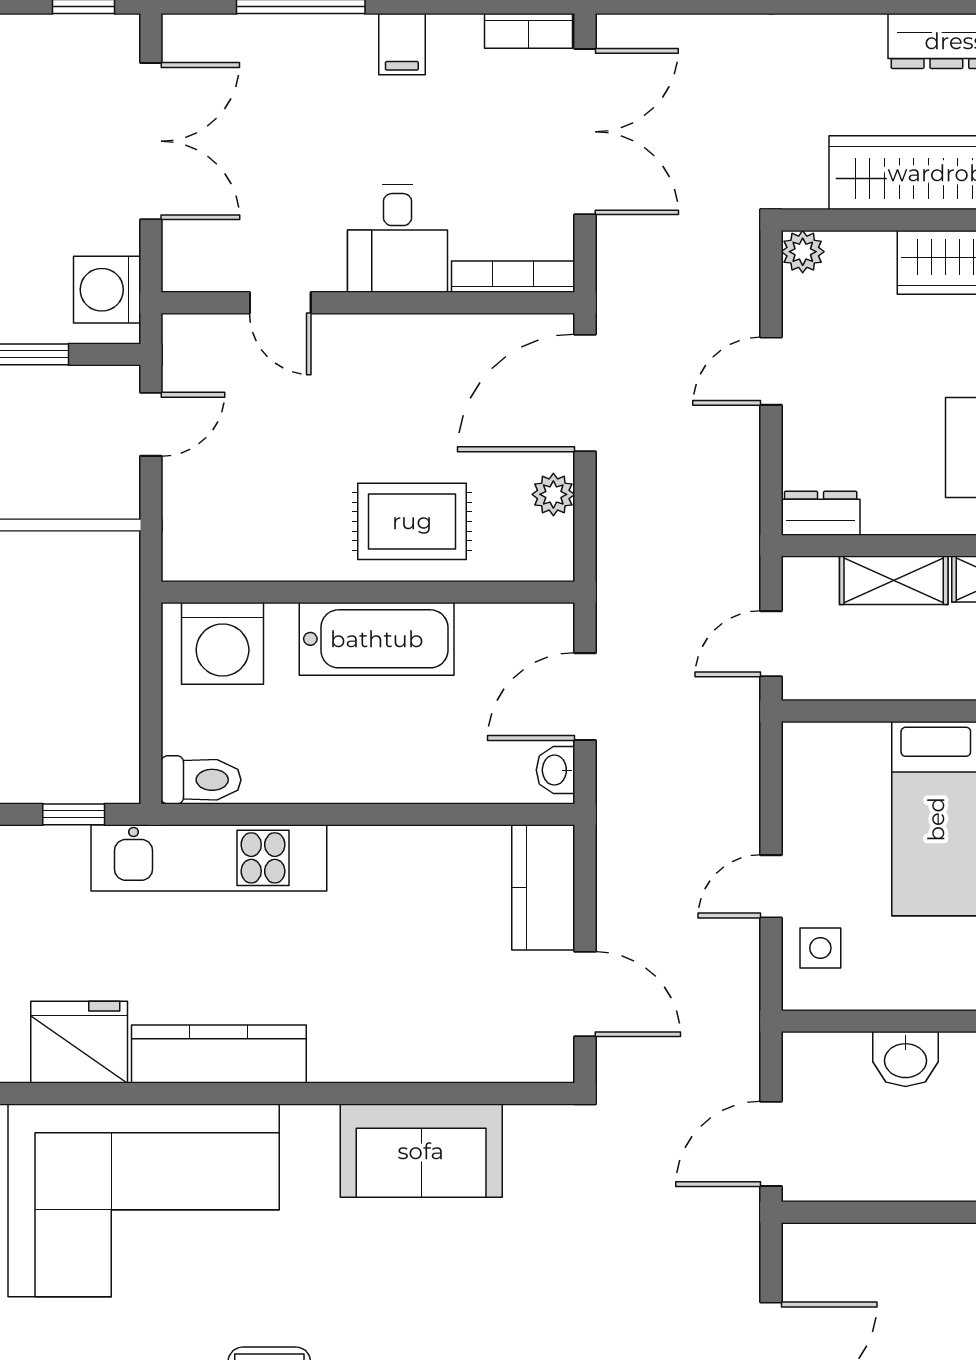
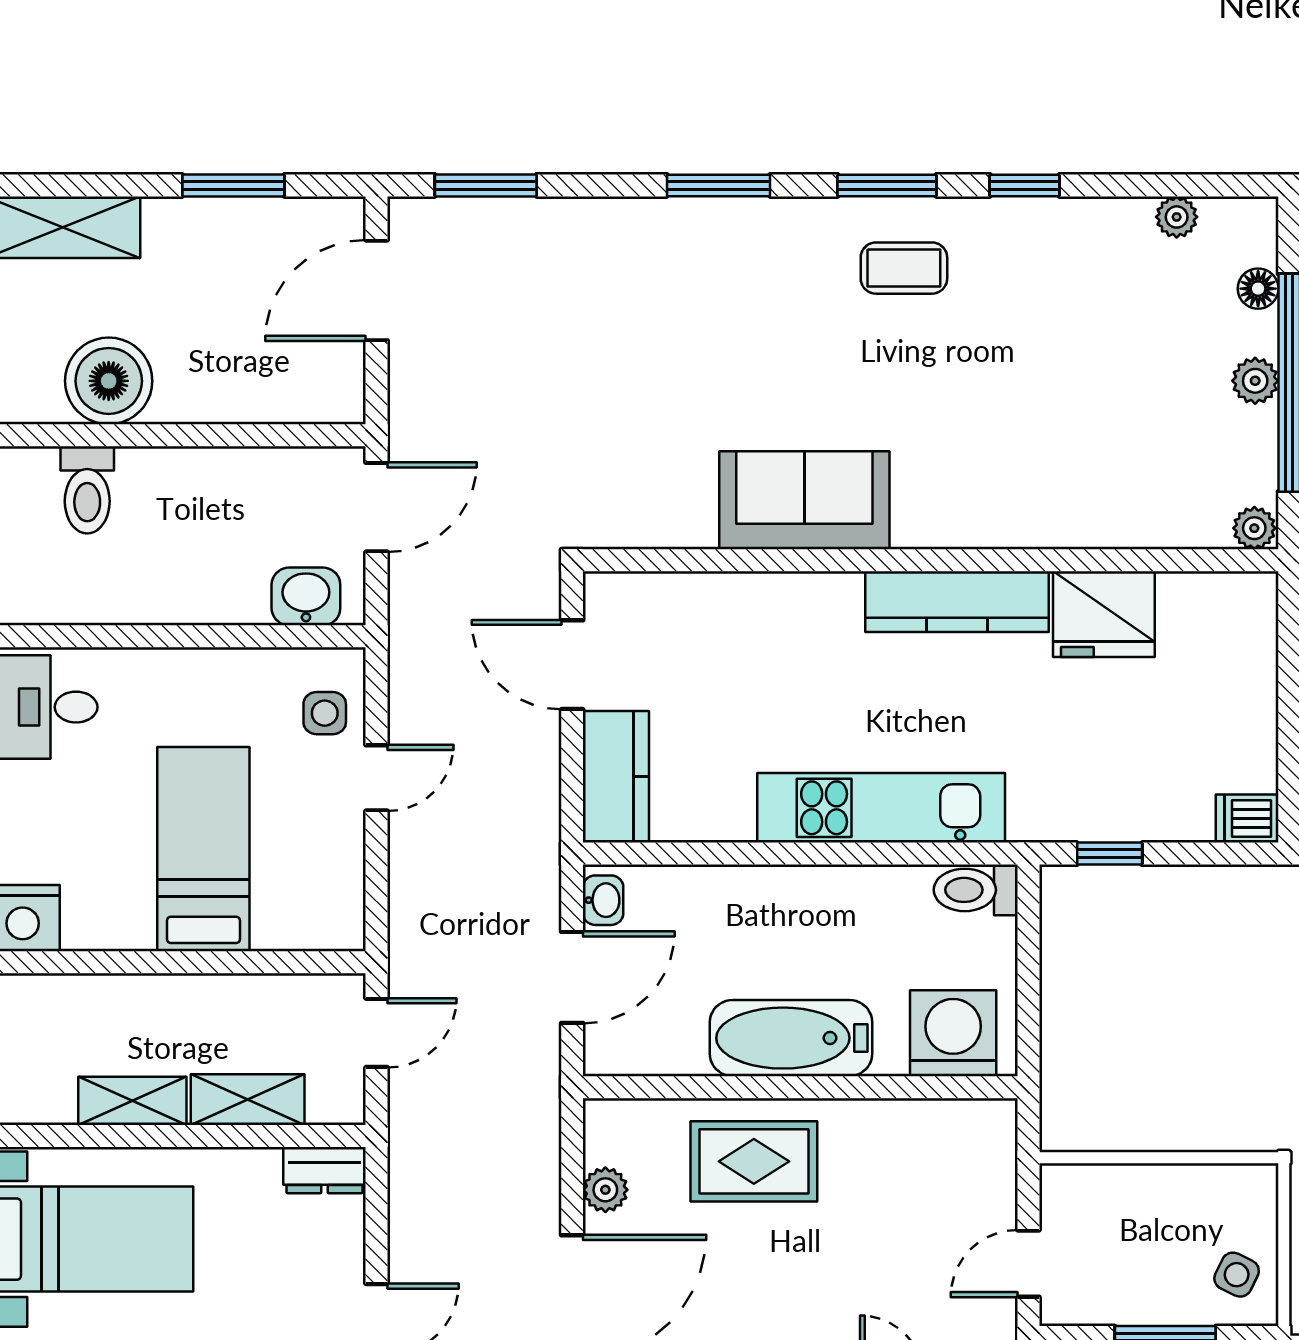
kitchen unit: (209, 858) -> (881, 808), moved
washbasin: (905, 1059) -> (306, 596), moved
sofa: (421, 1151) -> (804, 500), moved
corner sofa: (144, 1200) -> (1036, 448), removed

